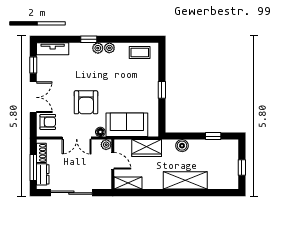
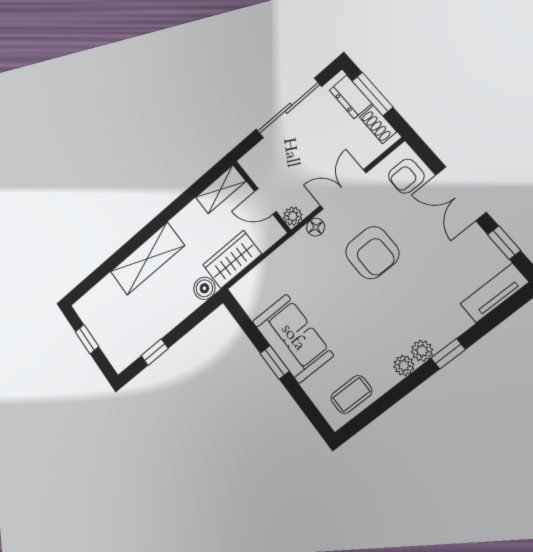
armchair: (86, 102) -> (372, 253), turned 180
sofa: (127, 125) -> (293, 338), moved, turned -90
boiler: (182, 146) -> (204, 288), moved

